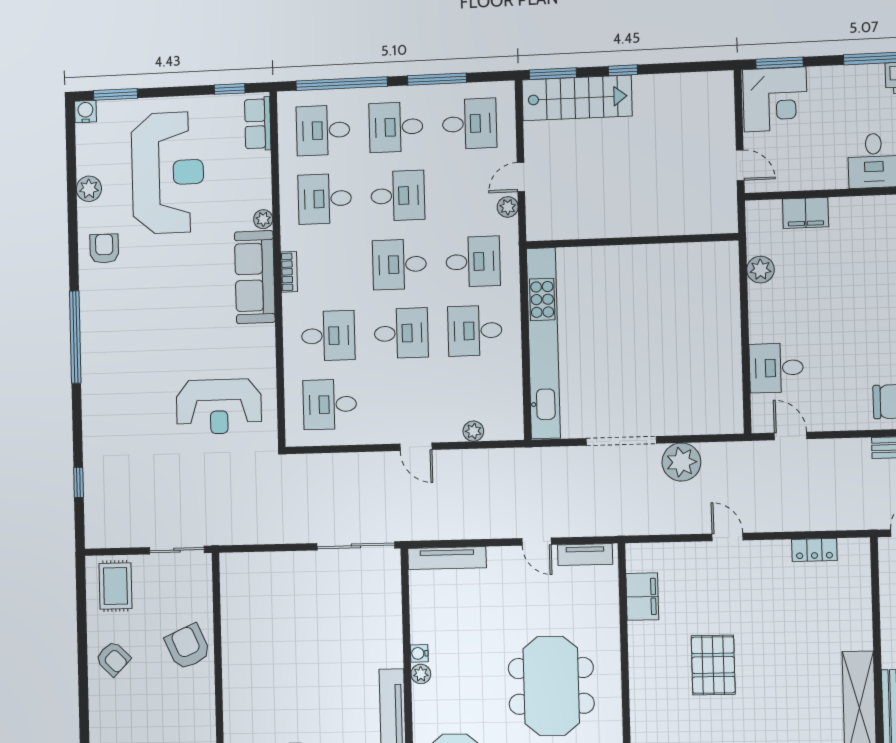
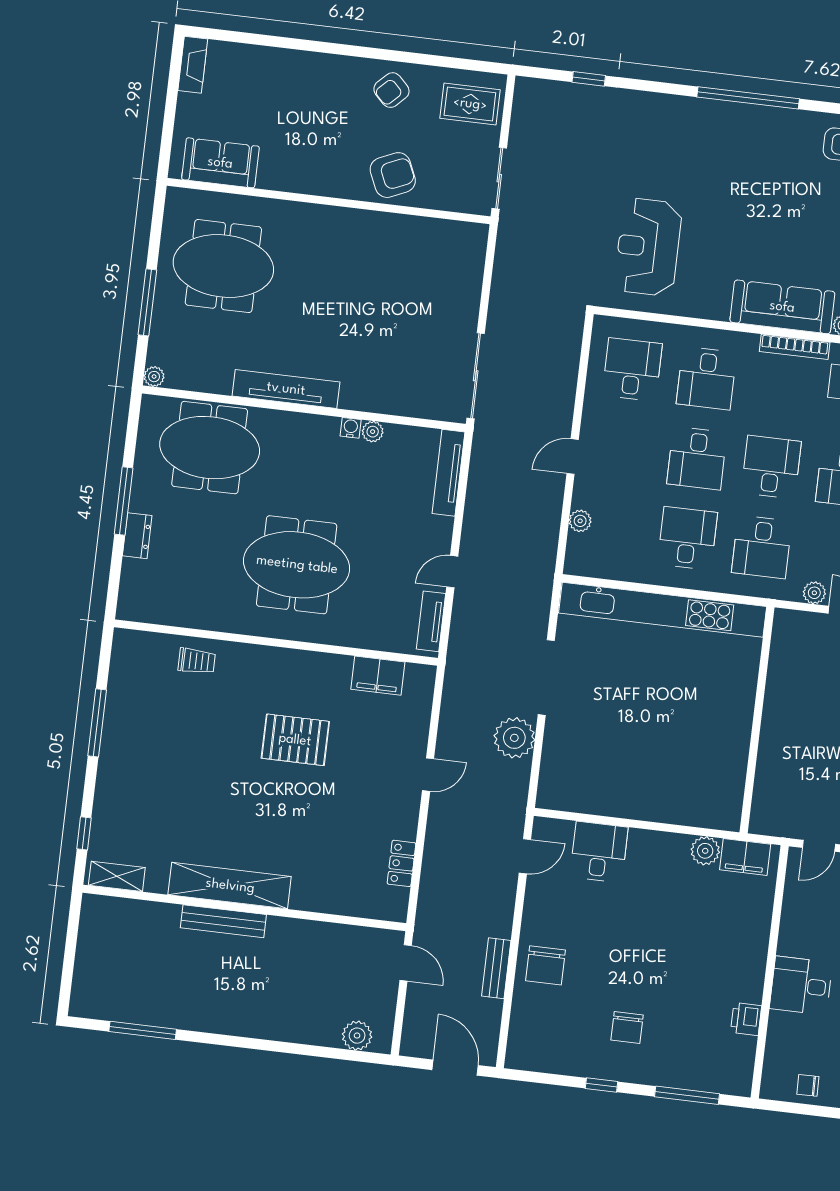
filing cabinet: (806, 213) -> (745, 857), moved, turned -90
bookcase: (289, 272) -> (795, 347), width x1.56
plant: (421, 674) -> (373, 432), moved

